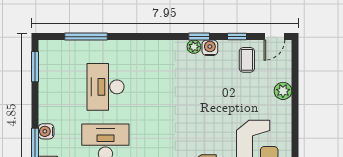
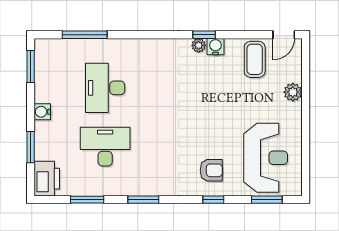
window: (237, 37) -> (244, 35), removed
coffee table: (247, 60) -> (255, 59), width x1.36, depth x1.30
water cooler: (46, 131) -> (42, 112), moved

